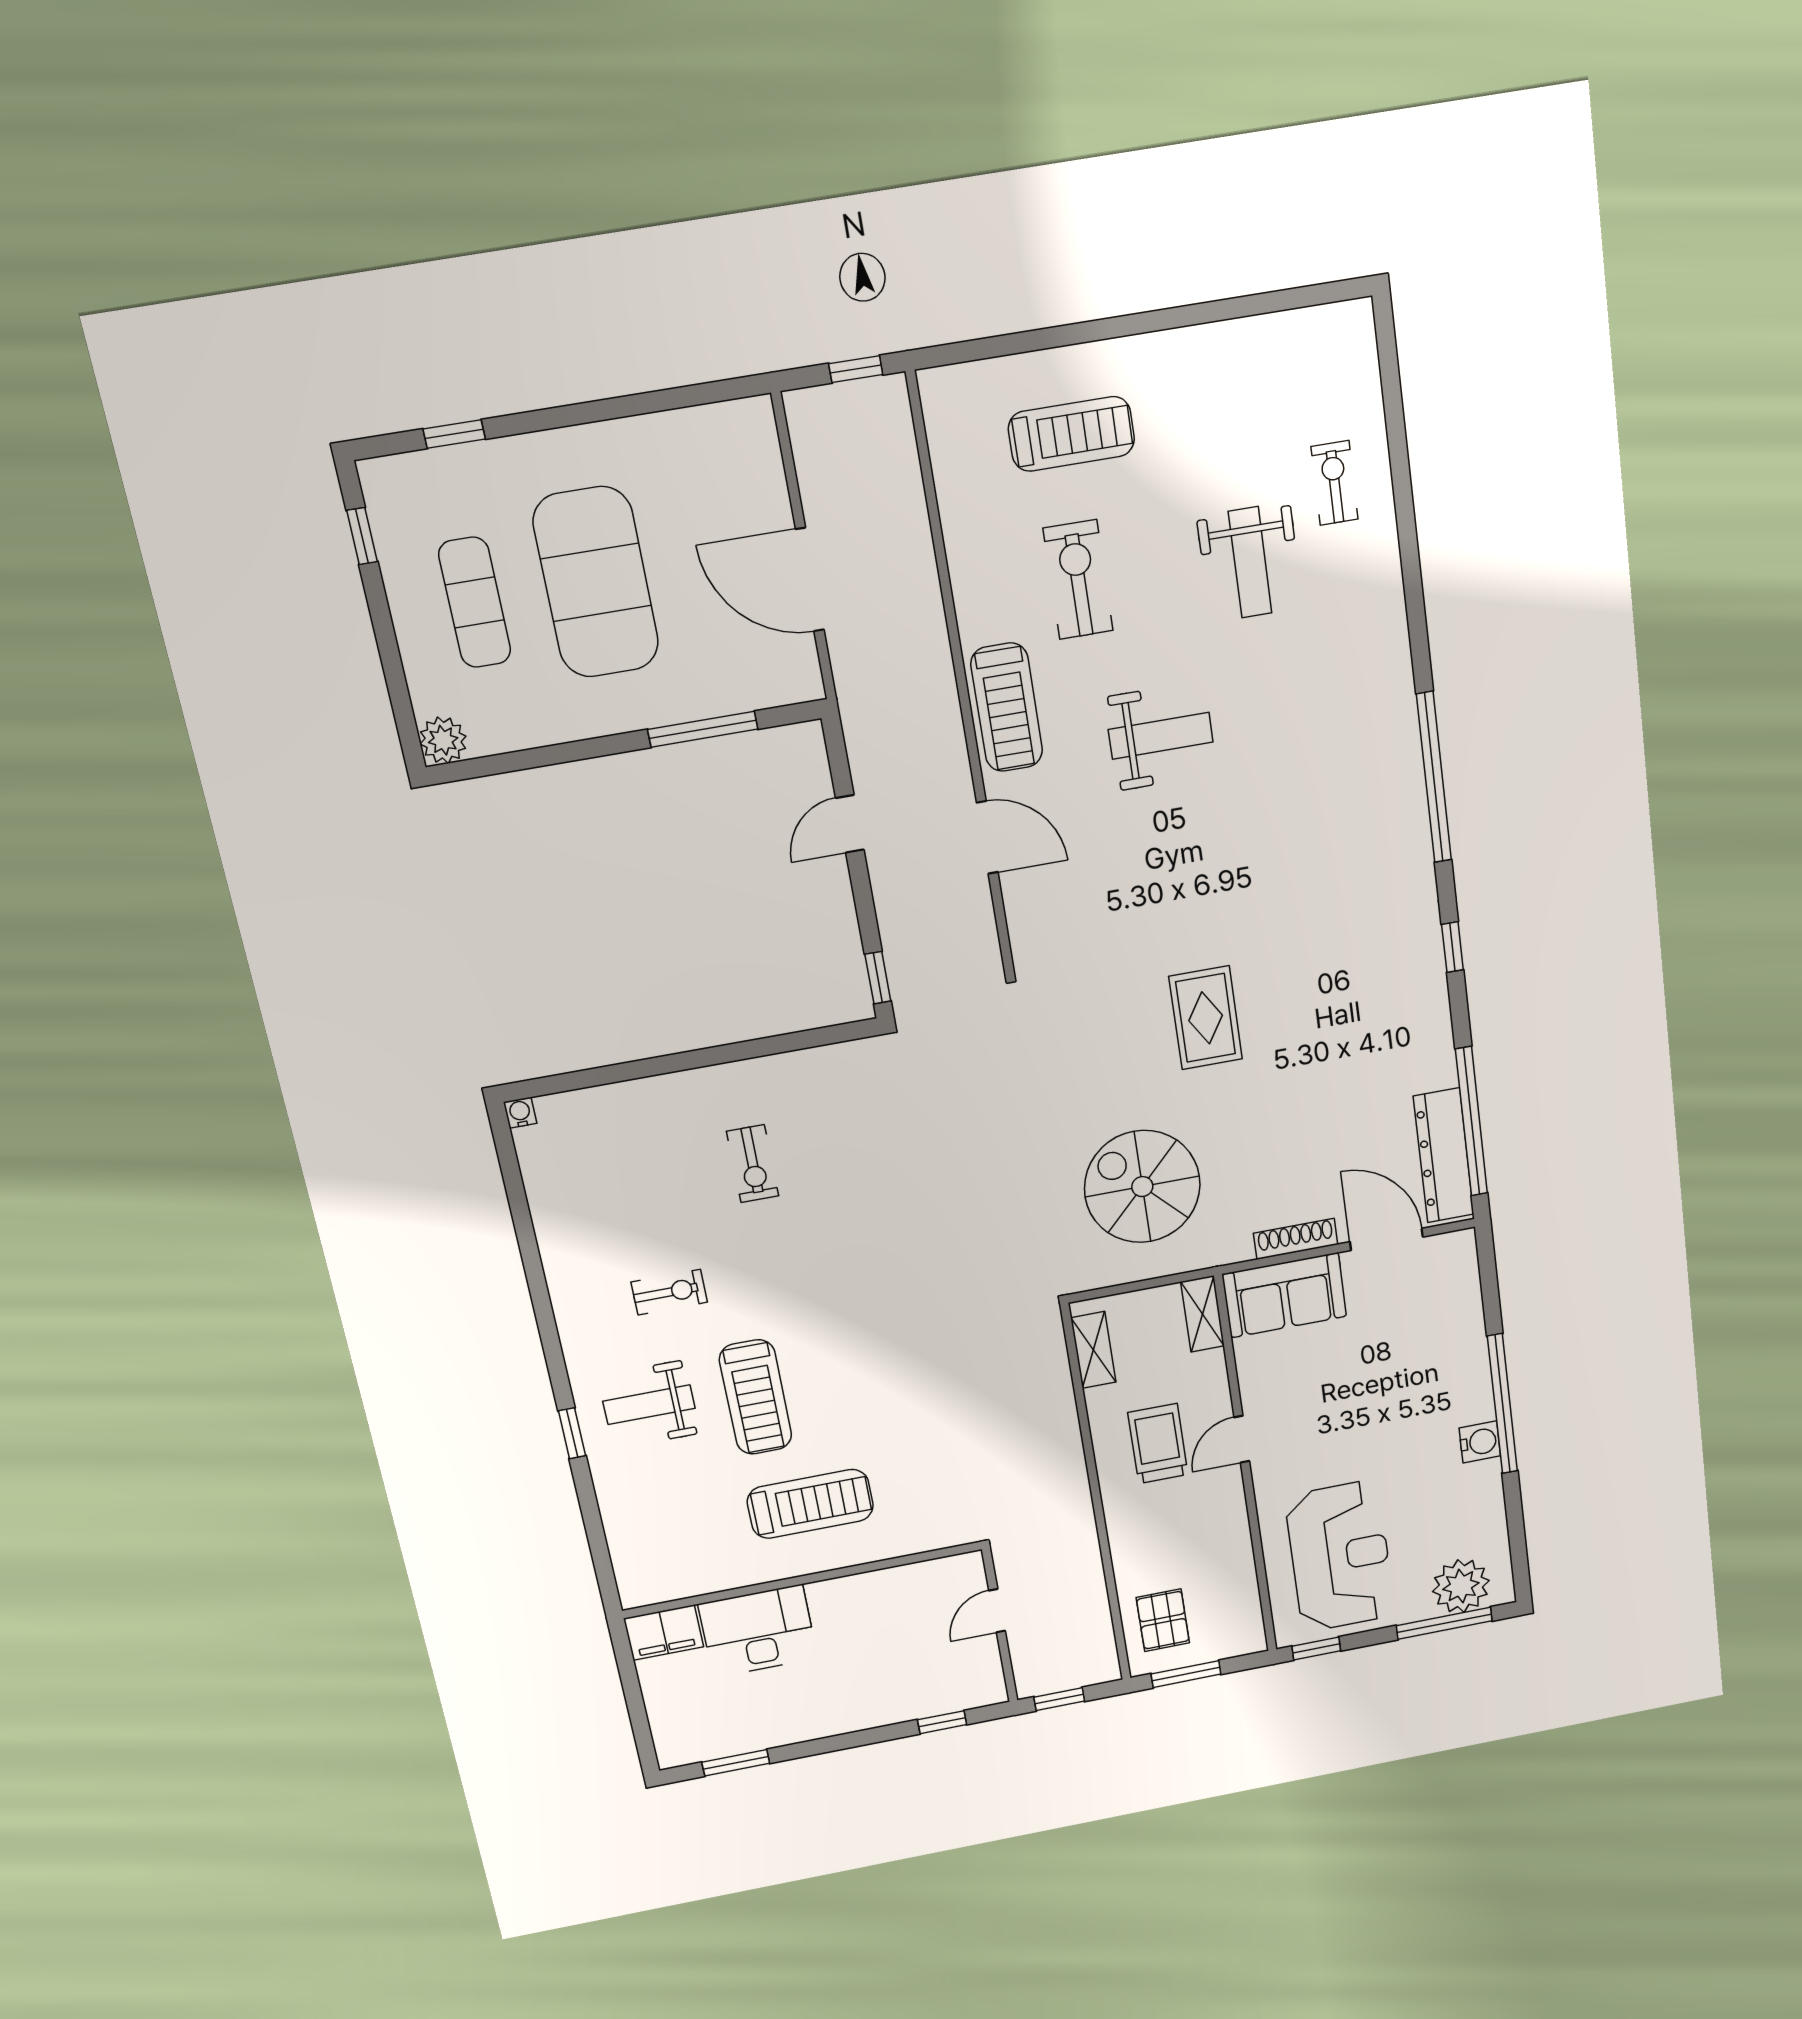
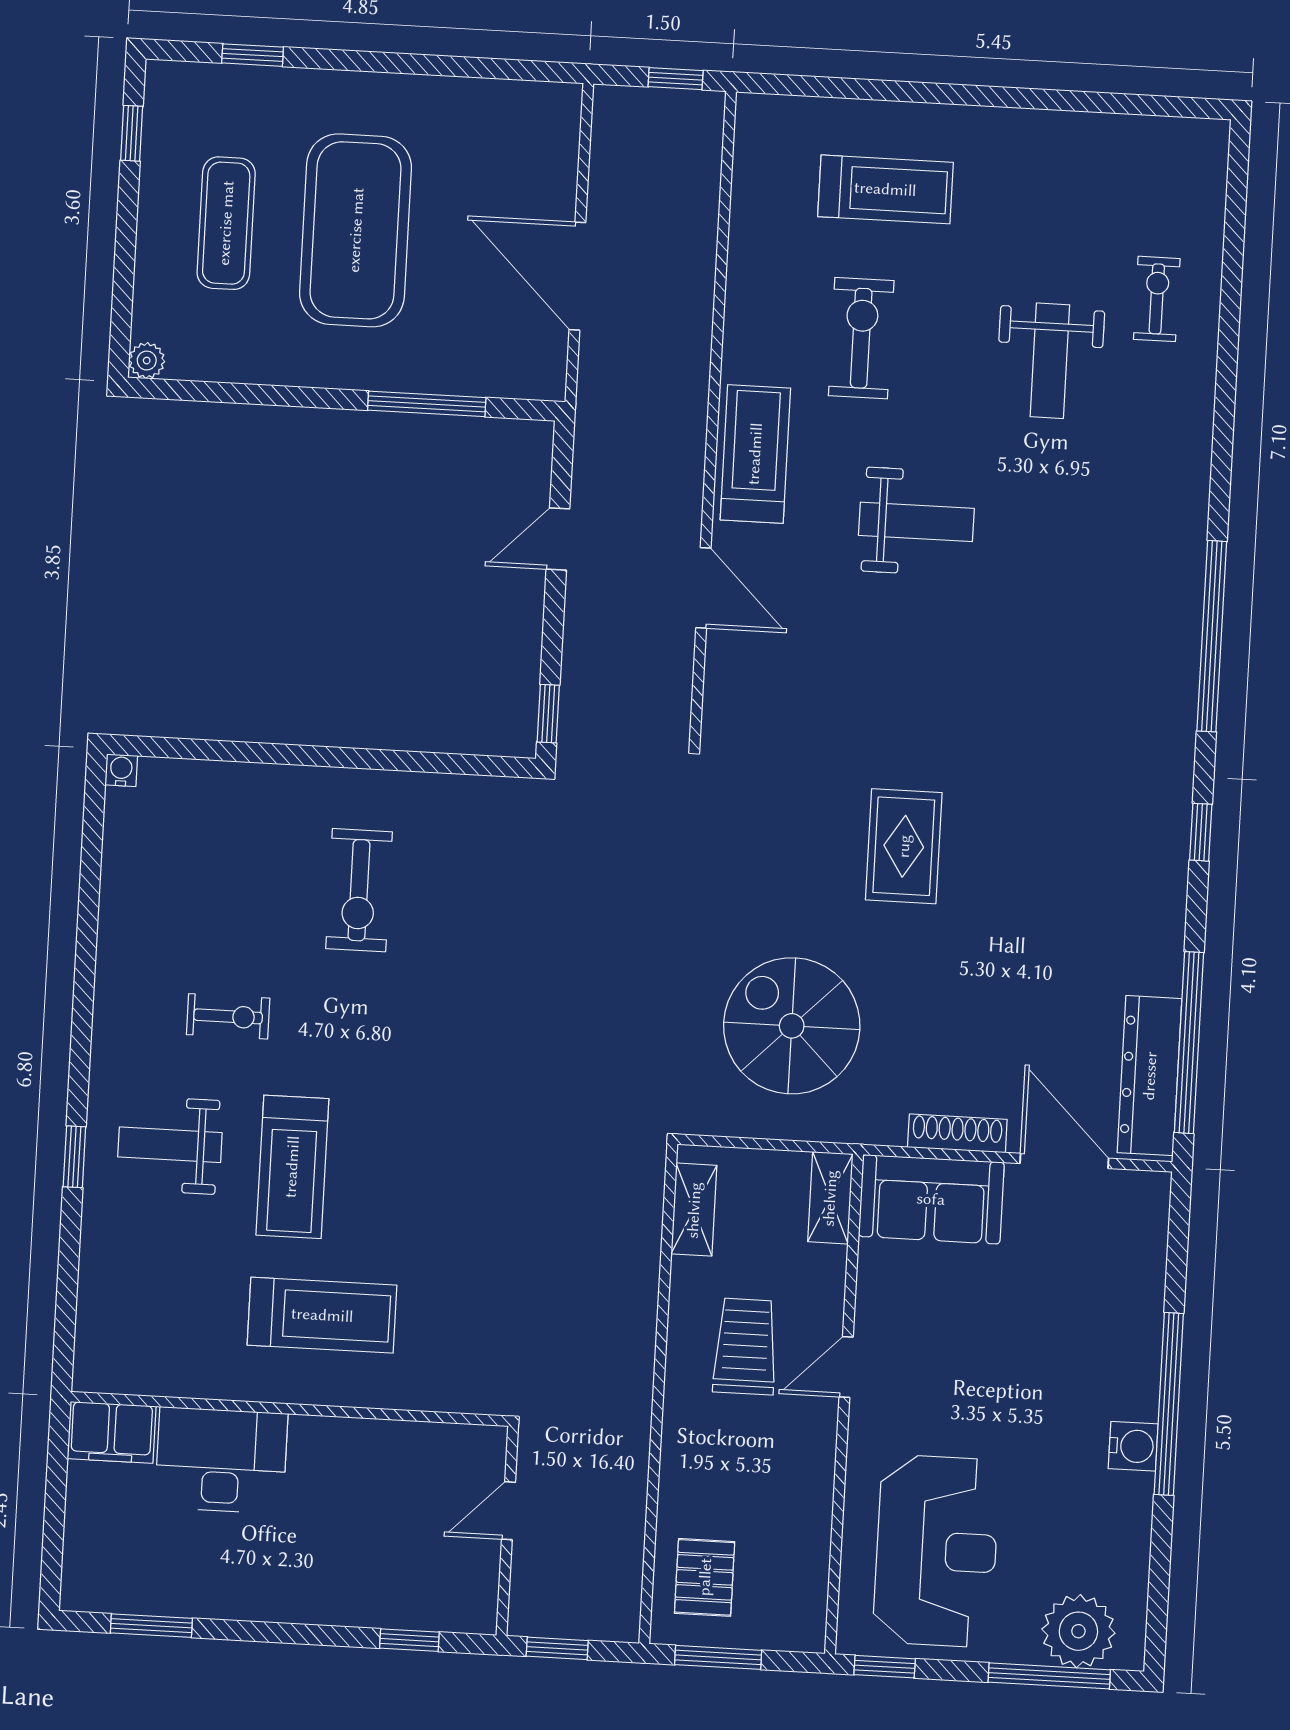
treadmill: (1007, 707) -> (755, 454), turned 180
plant: (443, 740) -> (147, 361), width x0.73, depth x0.73
exercise bike: (753, 1164) -> (359, 890), width x1.38, depth x1.39

